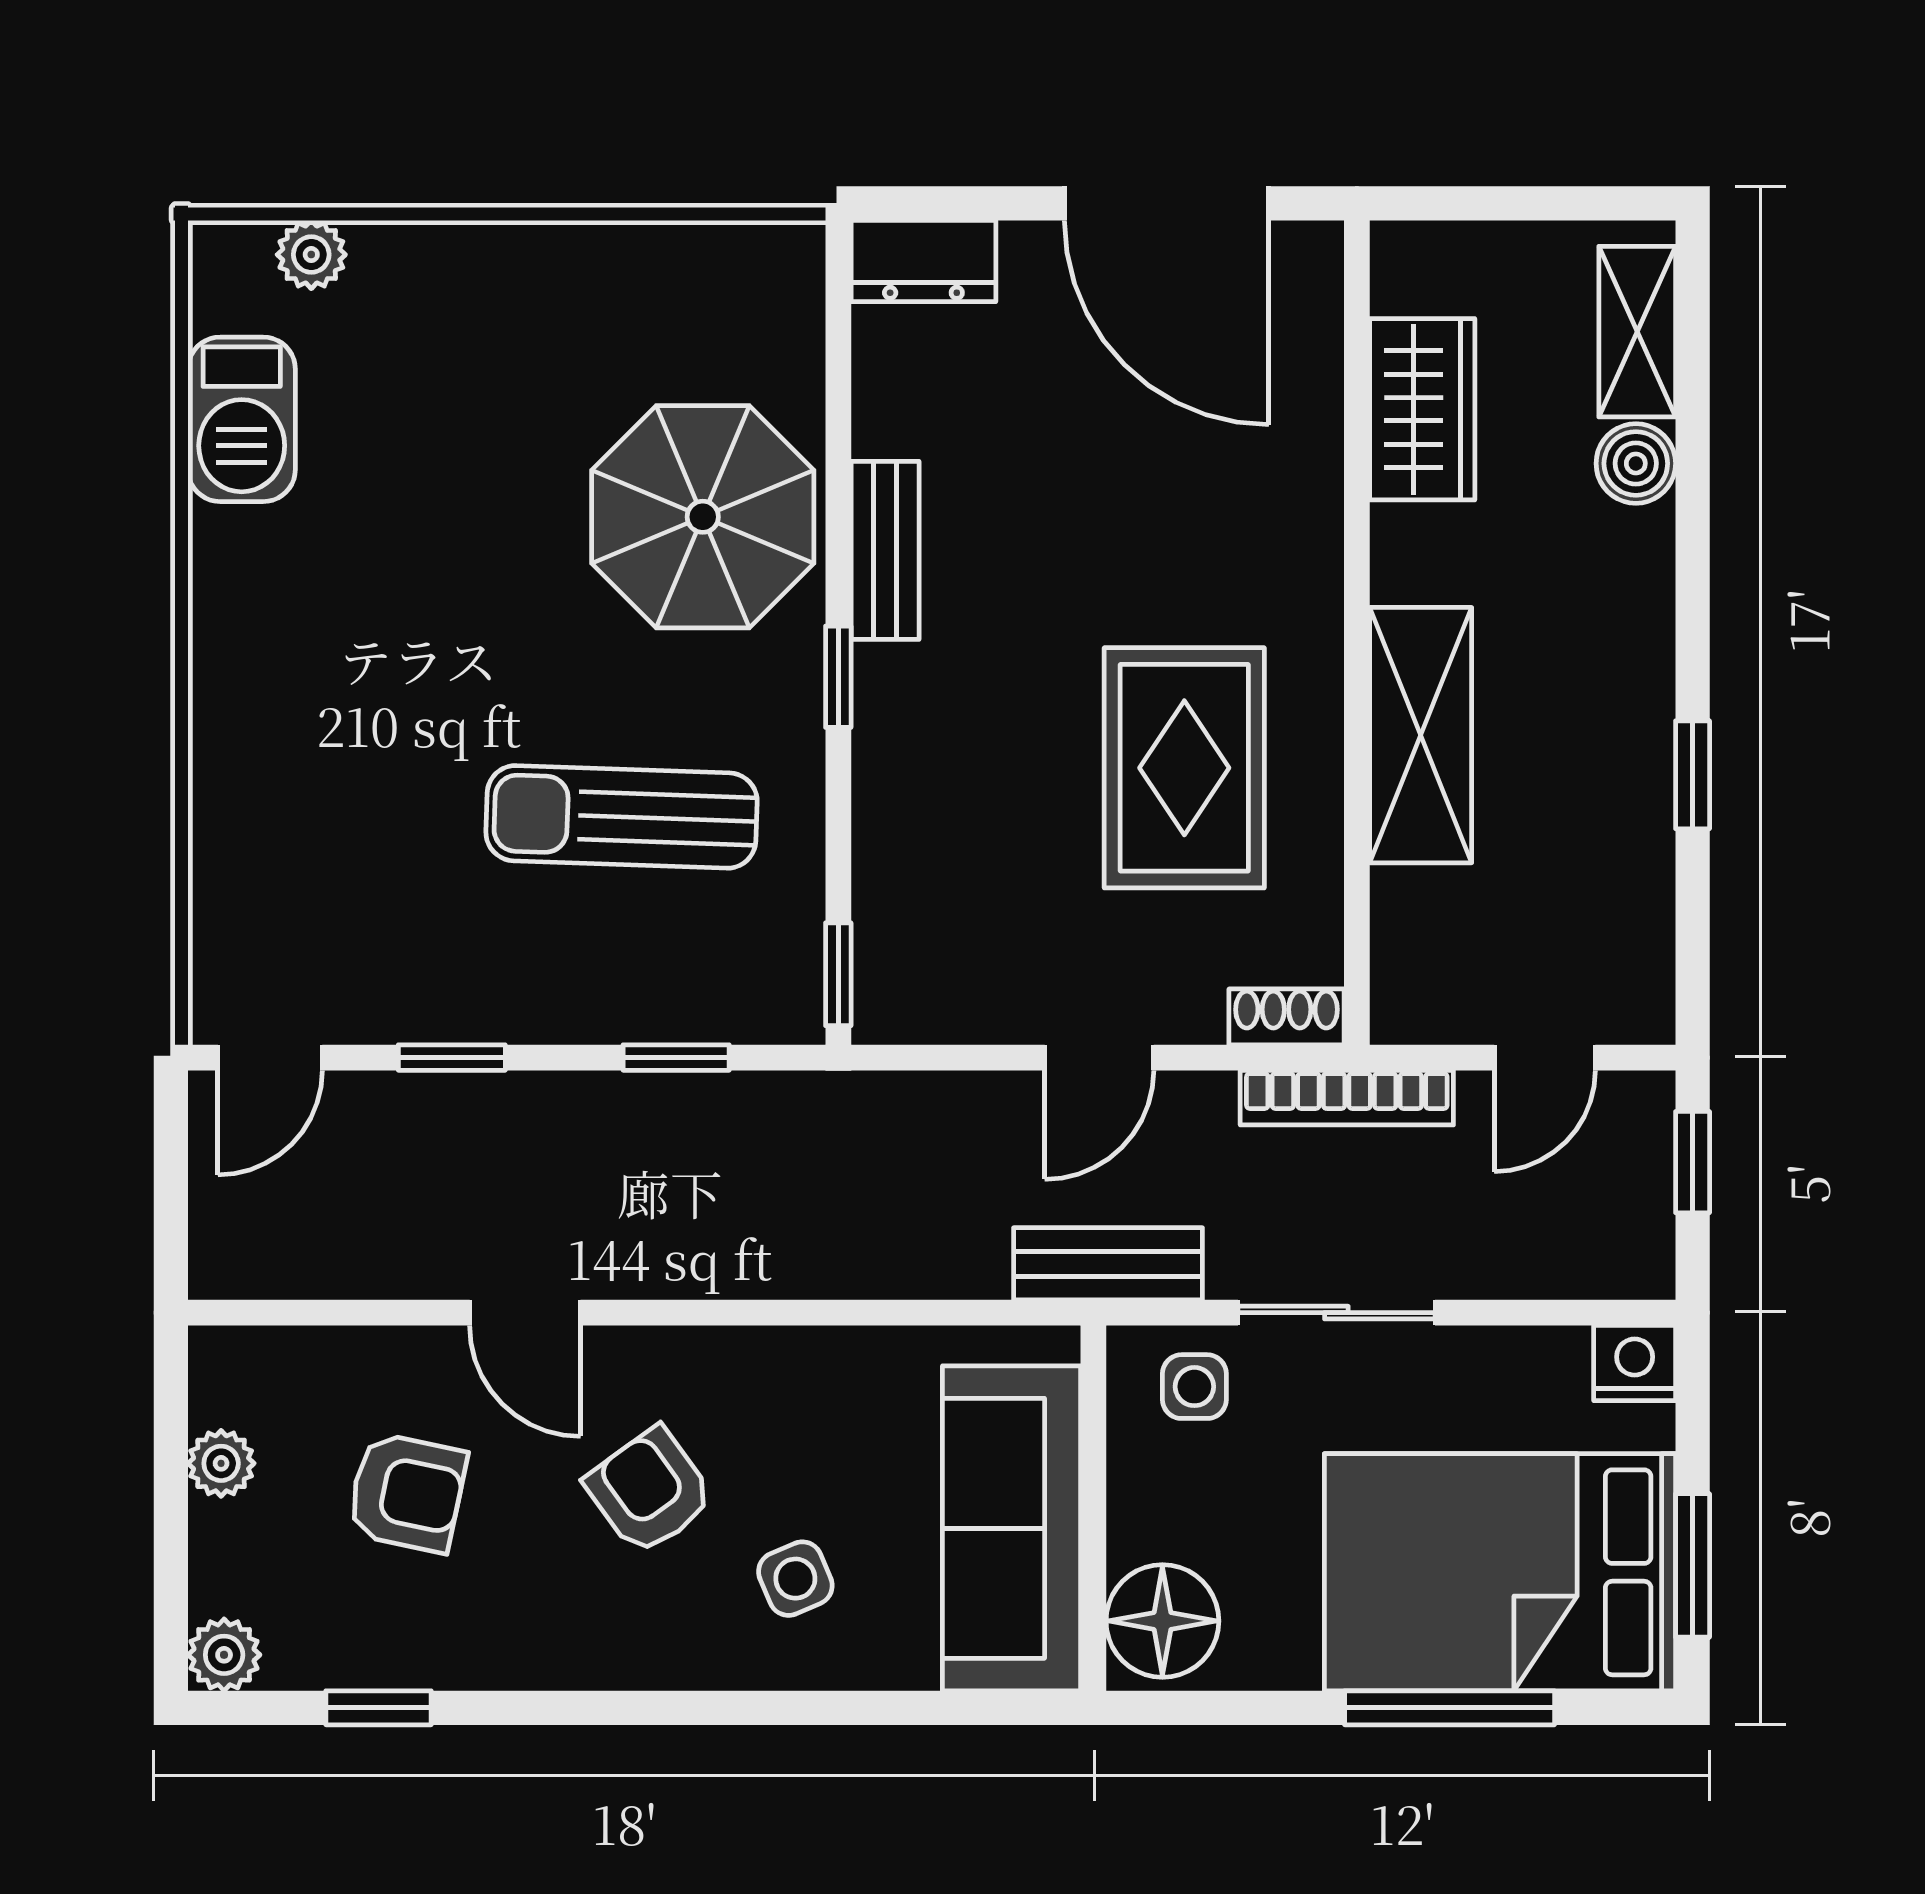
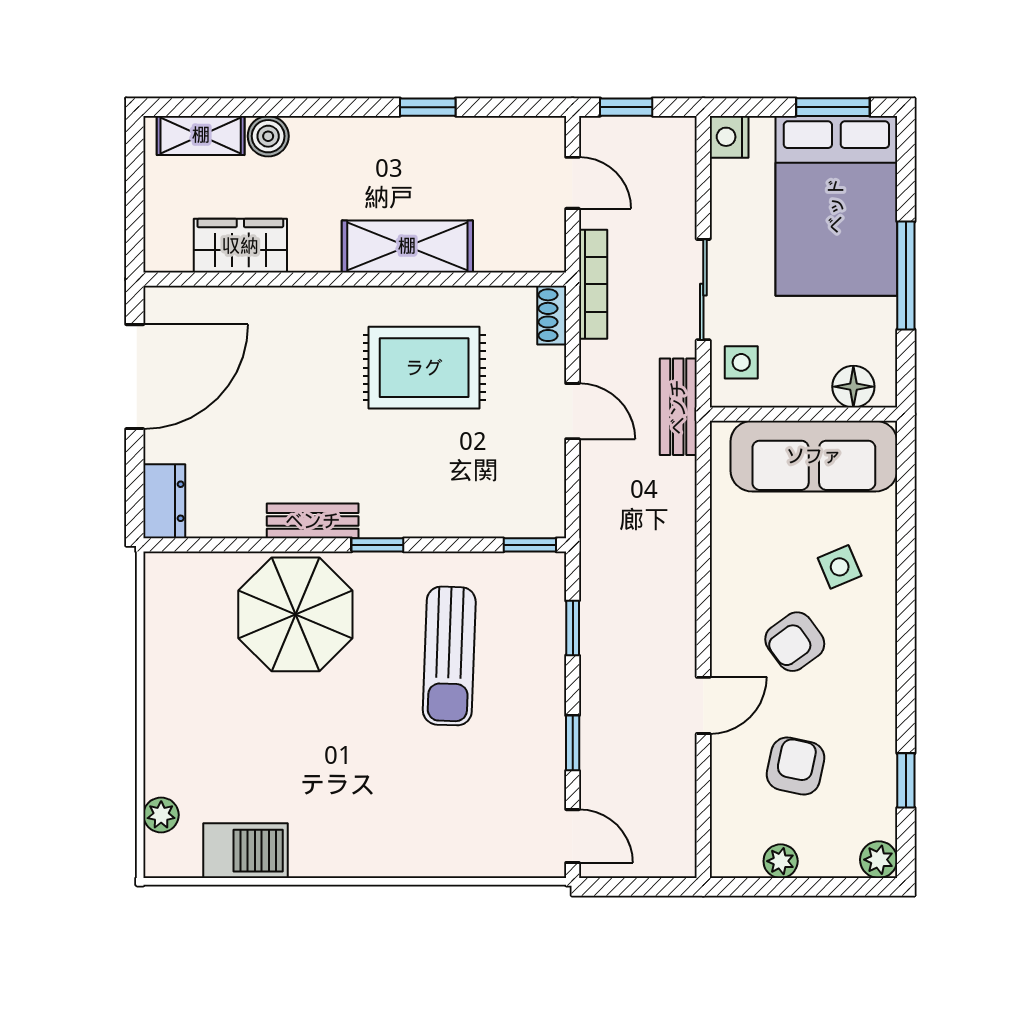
floor lamp: (1162, 1621) -> (853, 387), width x0.73, depth x0.73
window: (1450, 1708) -> (906, 276), moved

